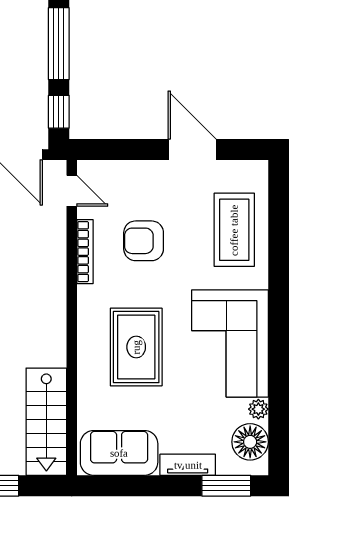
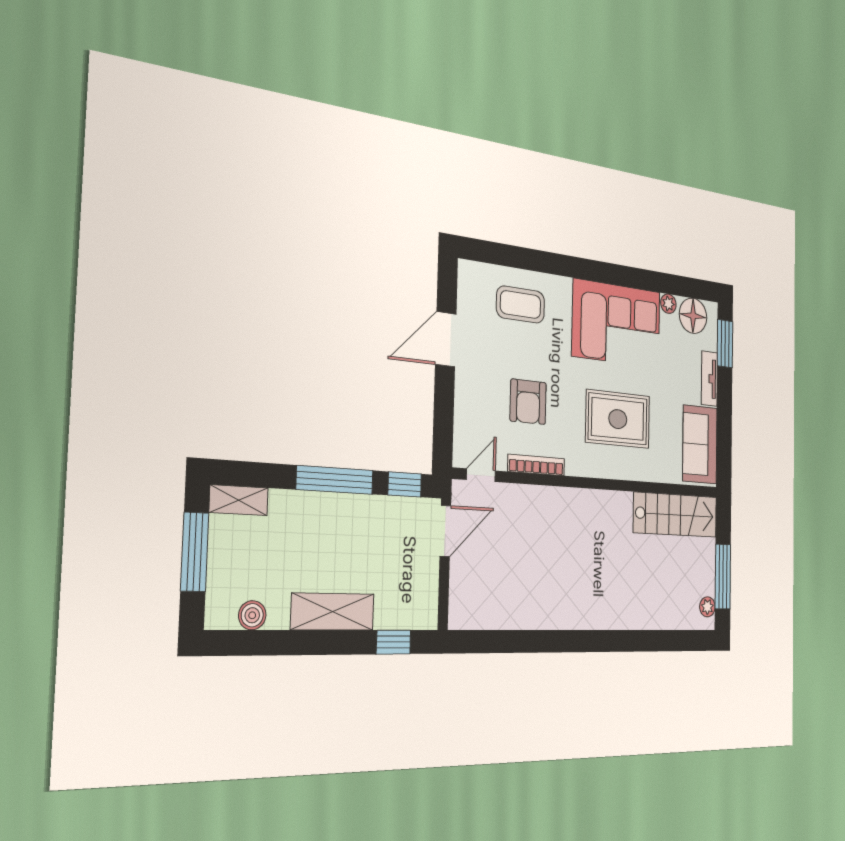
coffee table: (234, 230) -> (521, 305), width x0.73, depth x0.76

